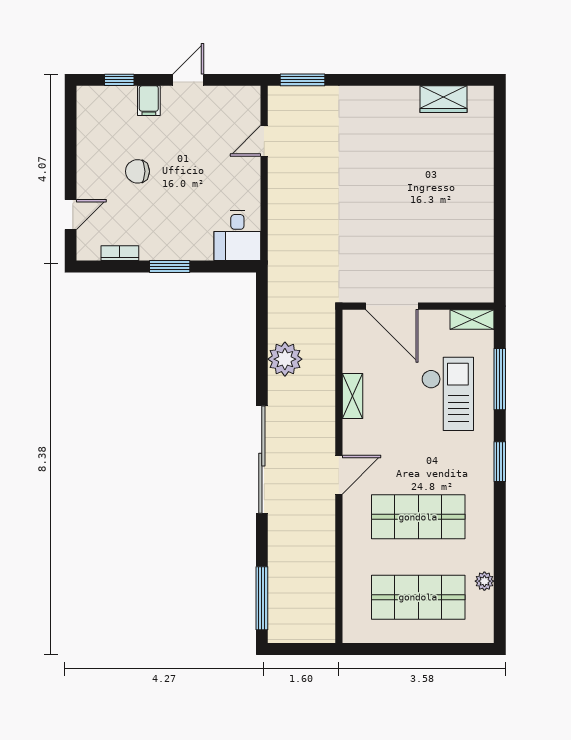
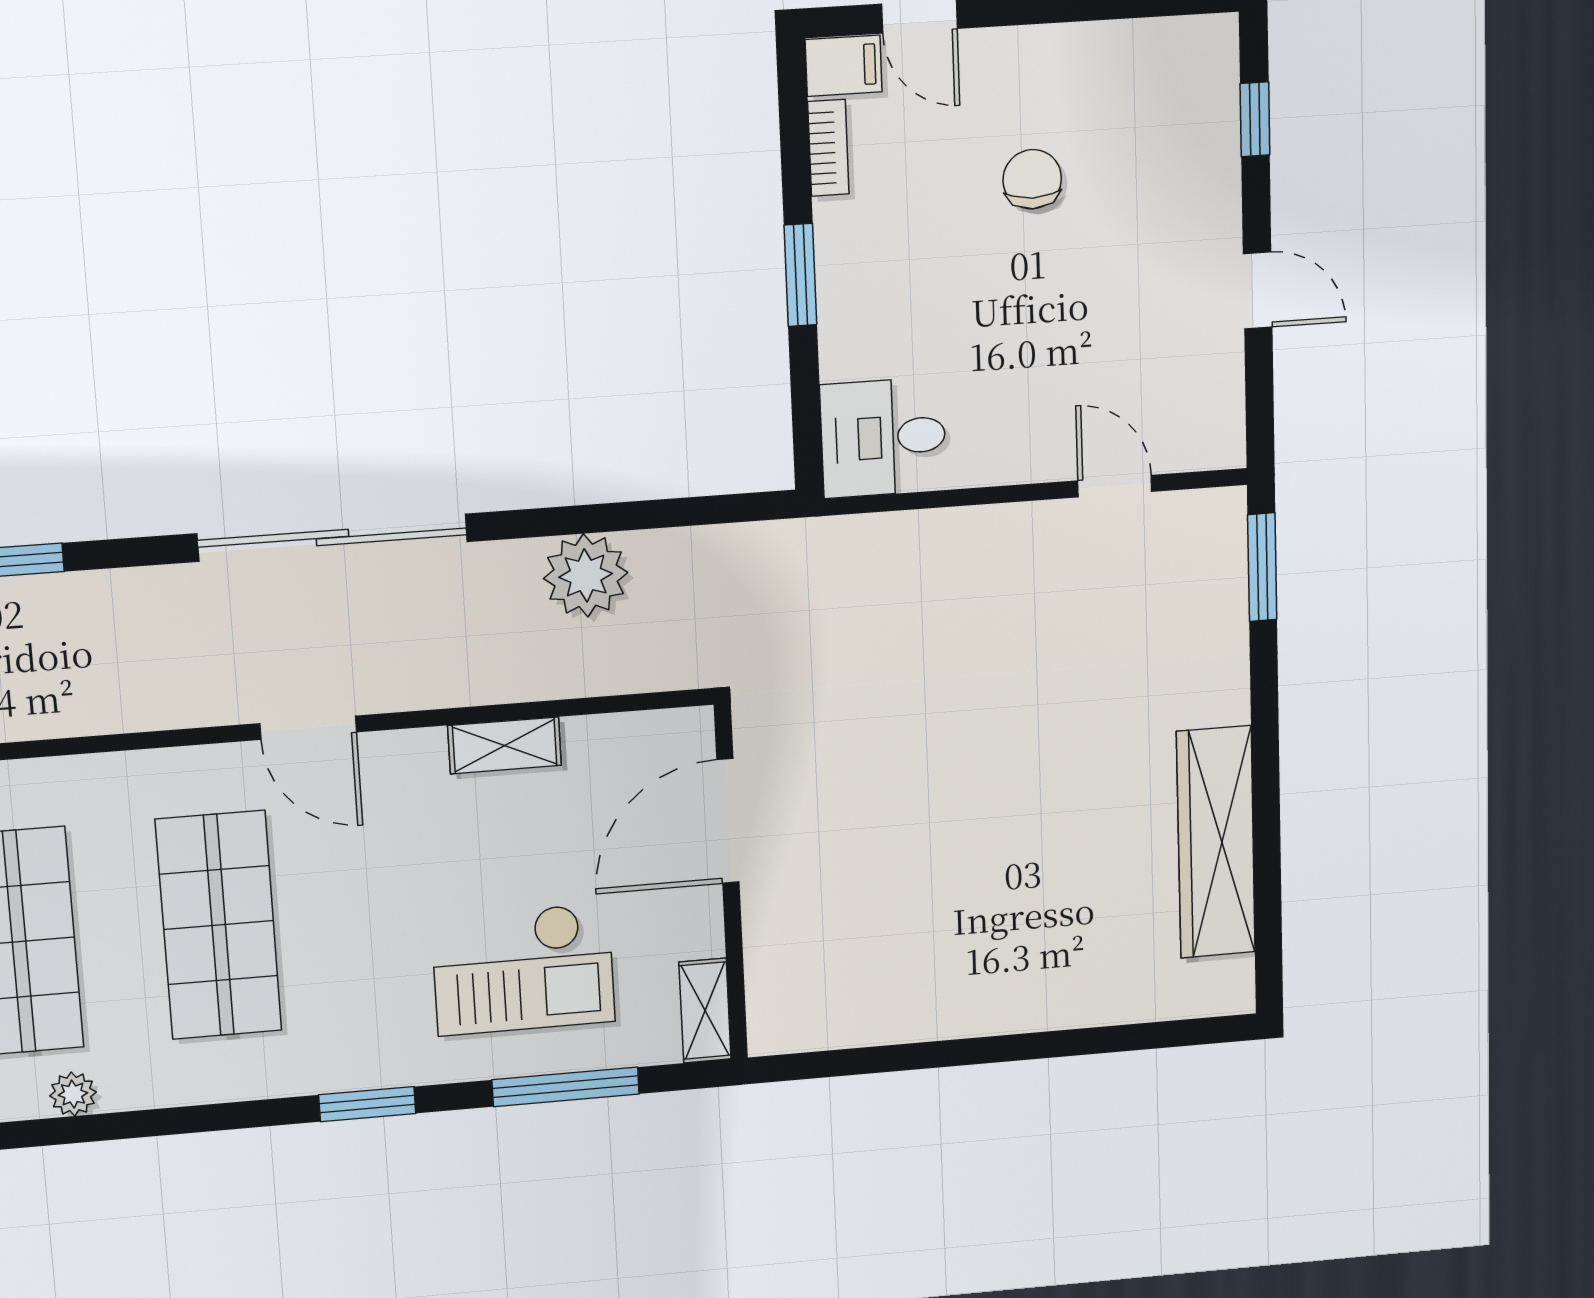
wardrobe: (444, 99) -> (1216, 842), width x2.10, depth x1.17
filing cabinet: (149, 101) -> (844, 66), moved, turned 180

